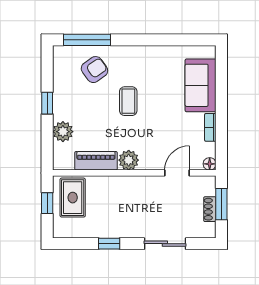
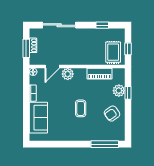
armchair: (94, 70) -> (112, 114), moved
window: (47, 103) -> (128, 93), moved
plant: (129, 160) -> (68, 74), moved
window: (109, 244) -> (102, 25), moved
sliding door: (165, 244) -> (59, 25), width x1.37

